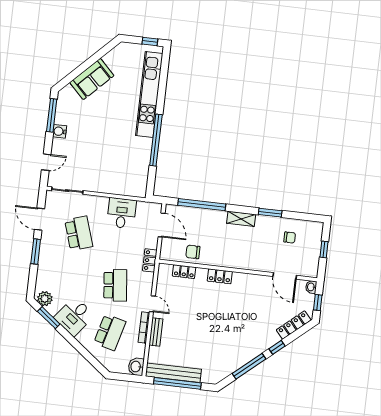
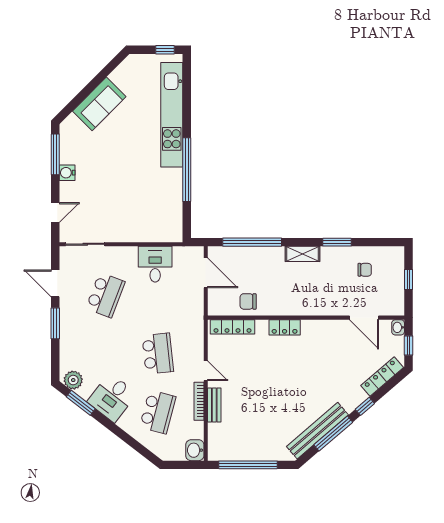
school desk: (79, 233) -> (105, 295), turned 39
locker: (150, 260) -> (196, 318), removed
locker: (184, 272) -> (233, 327), width x1.53
bench: (173, 373) -> (317, 431), moved, turned -41

